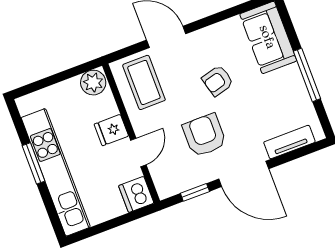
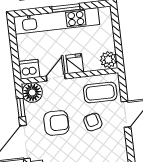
armchair: (218, 81) -> (93, 122), moved
door: (138, 153) -> (56, 78), swing flipped
floor lamp: (169, 181) -> (32, 93), added

